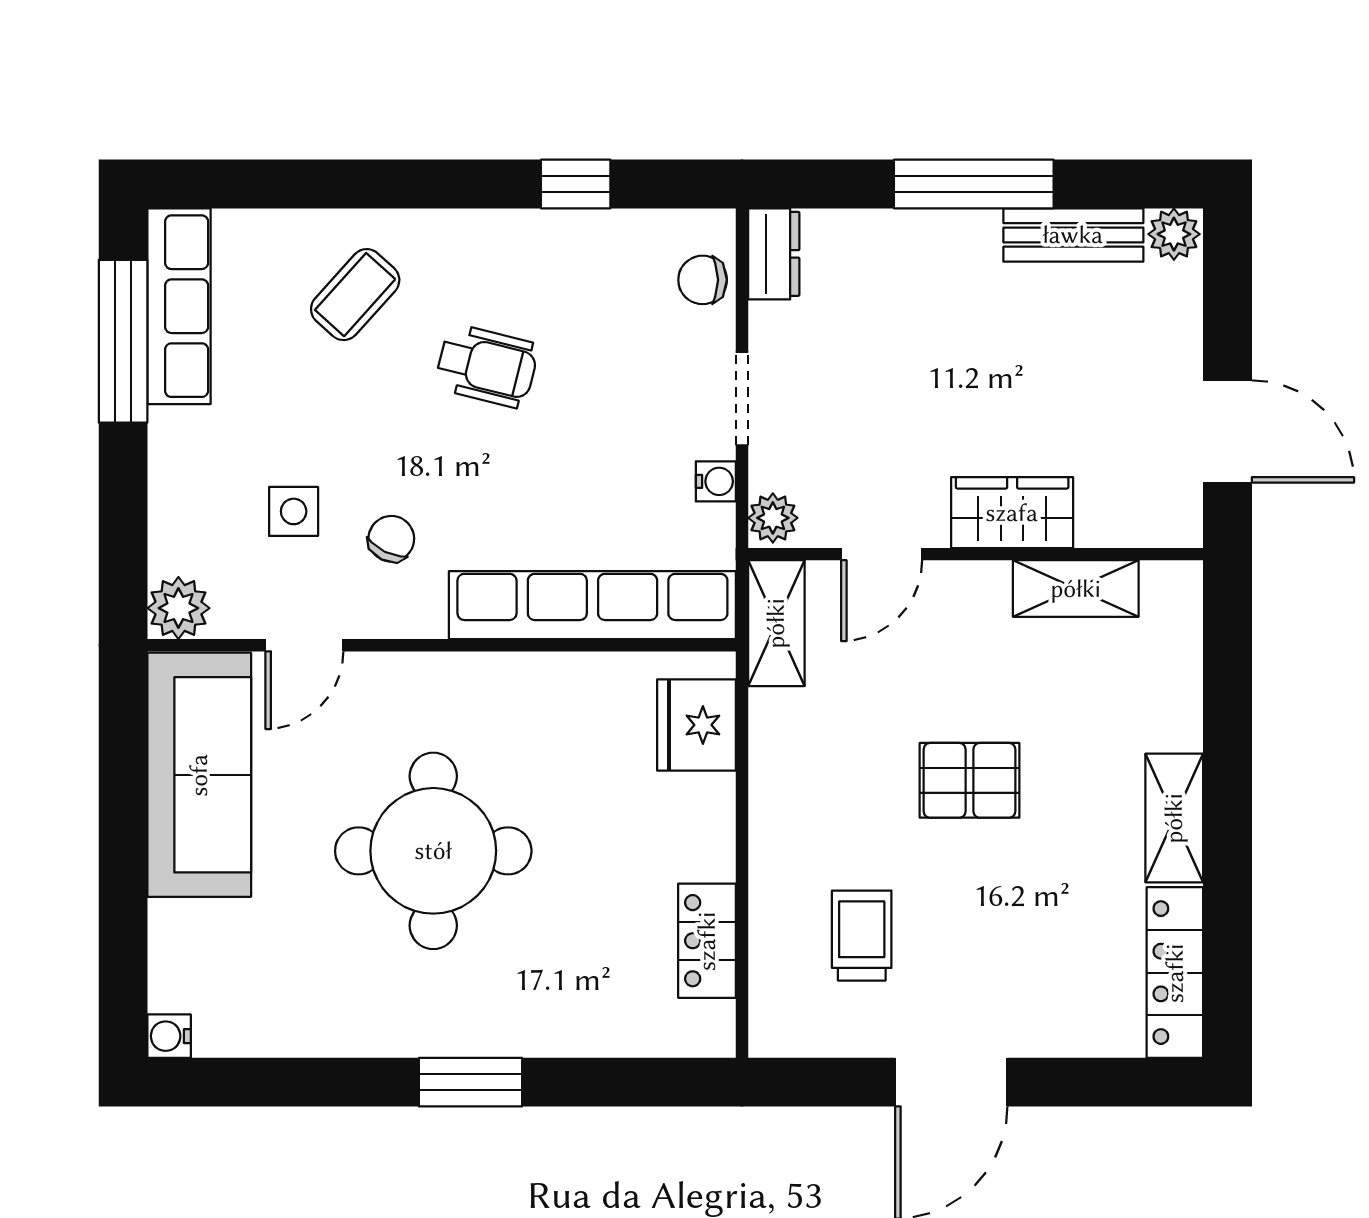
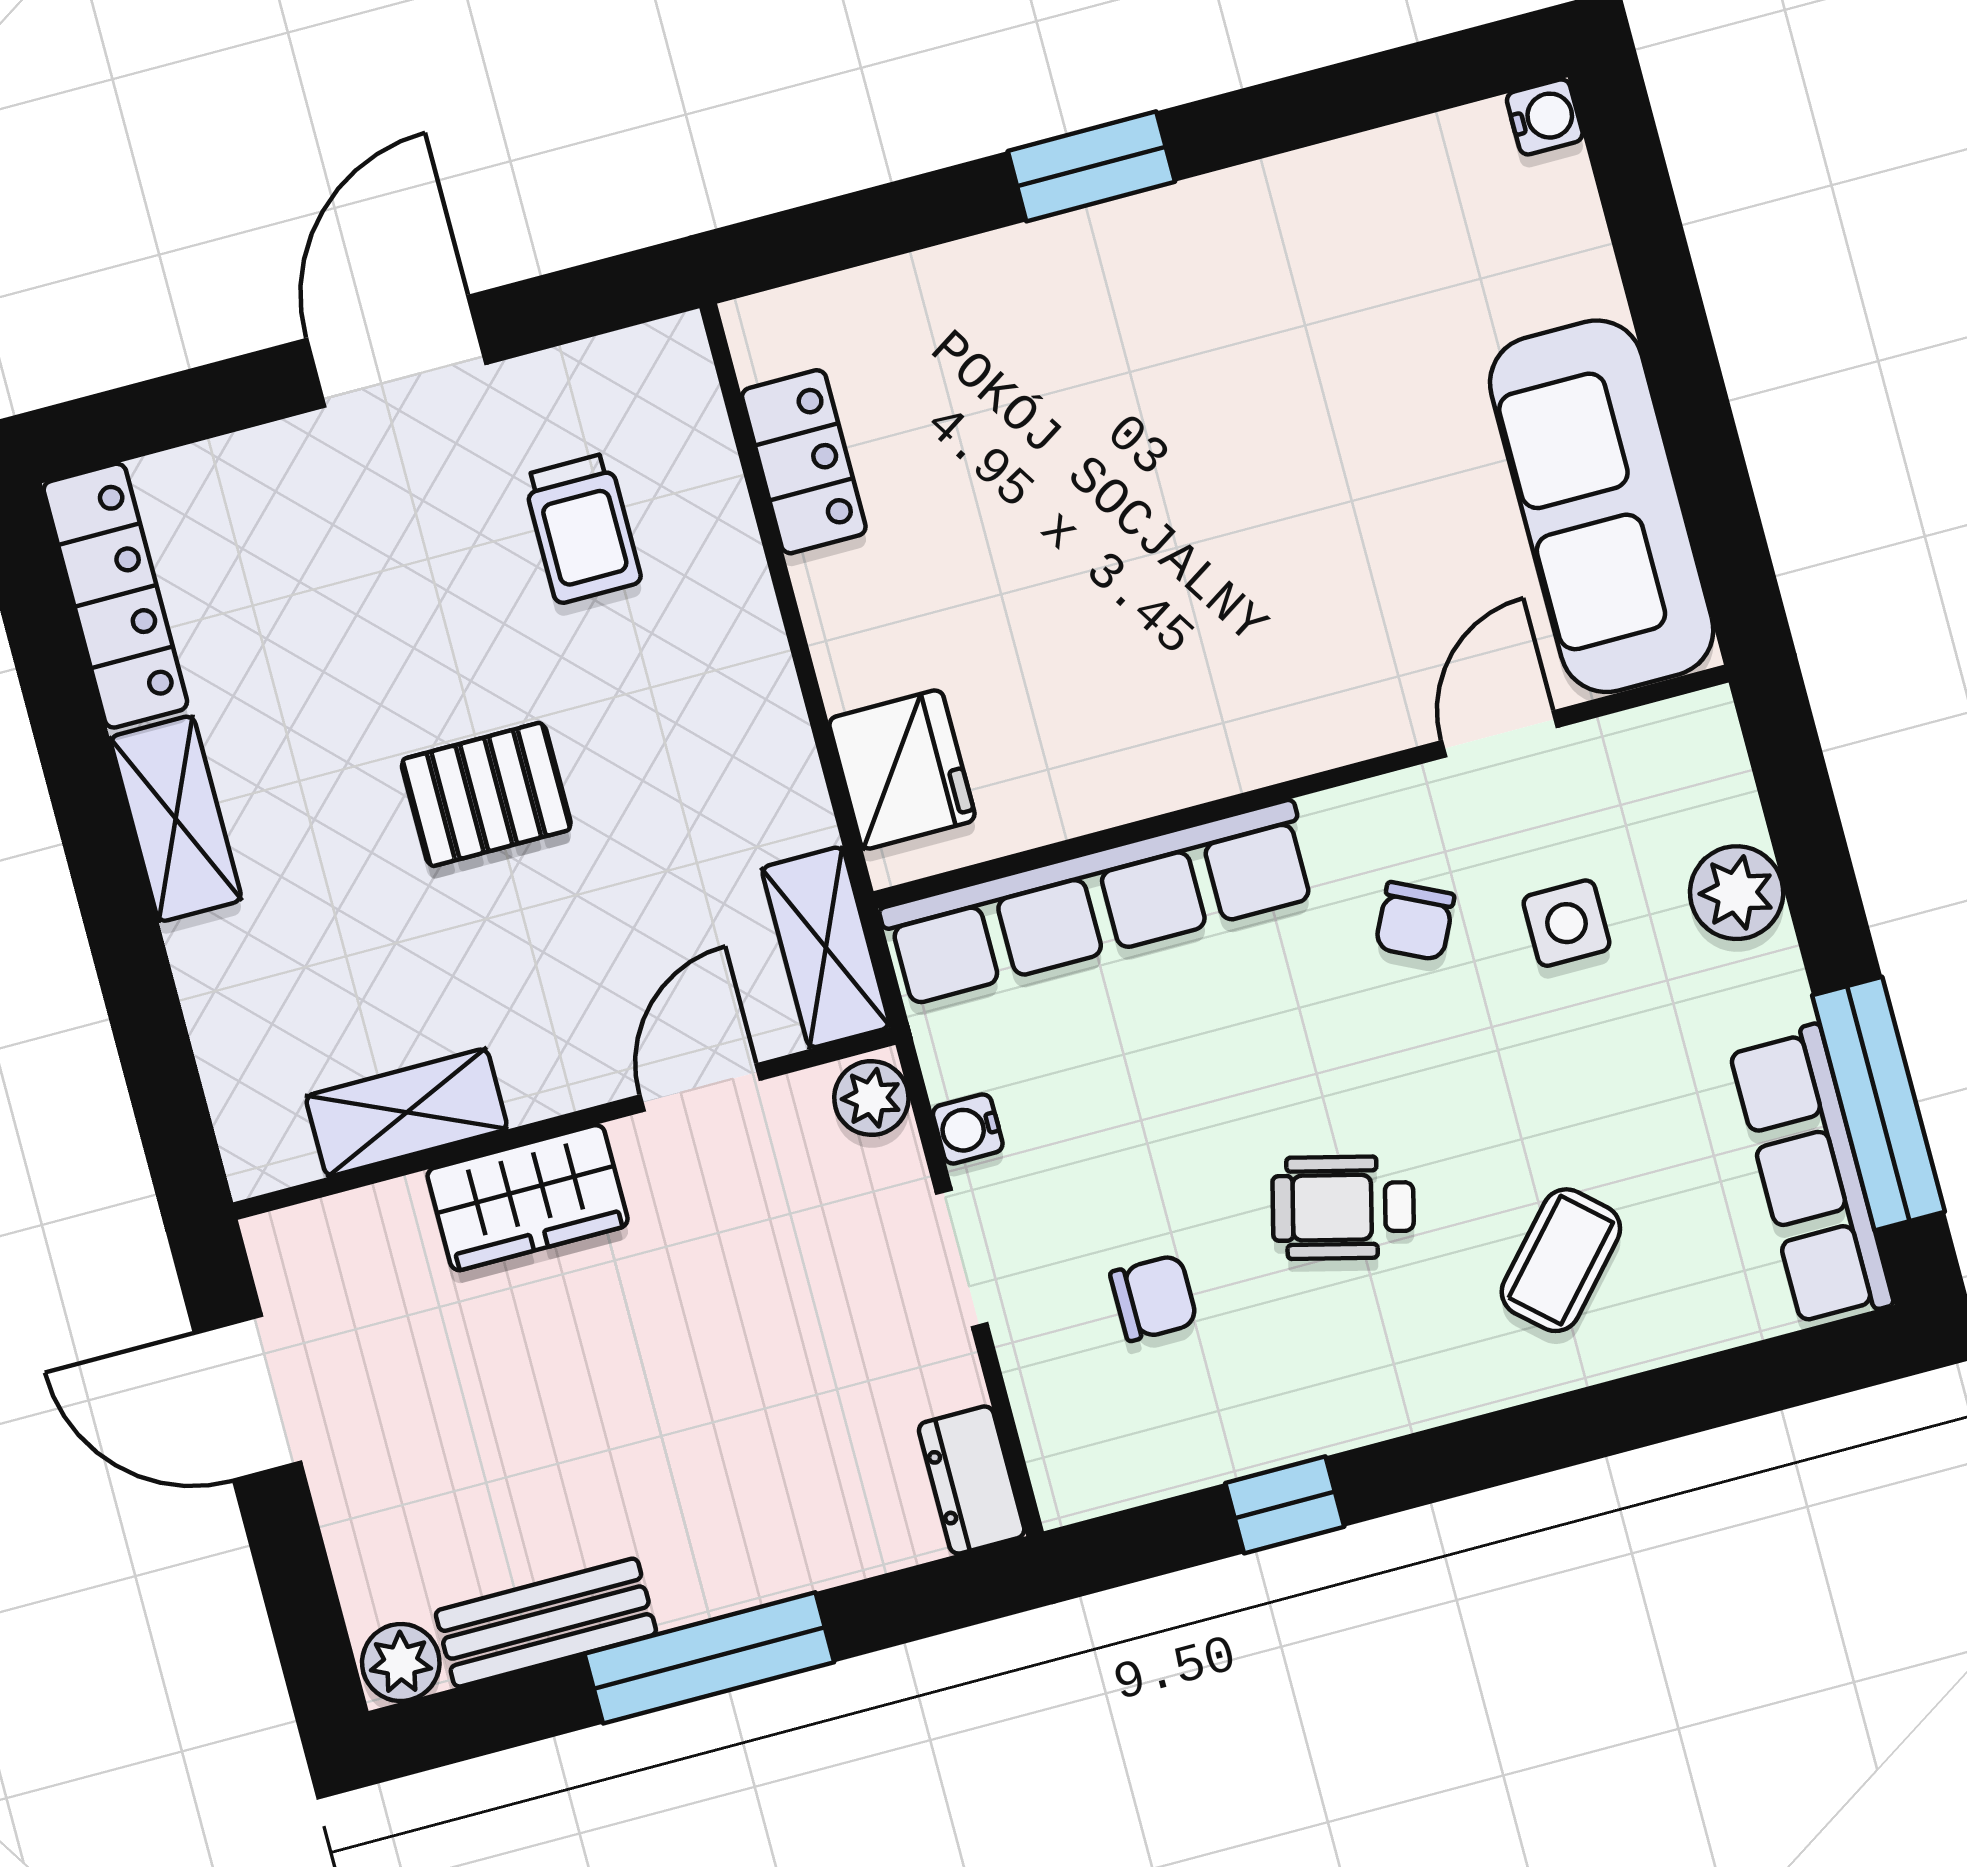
chair: (703, 280) -> (1154, 1298), moved
plant: (178, 608) -> (1737, 893), moved
round table: (433, 851) -> (1234, 486), removed

